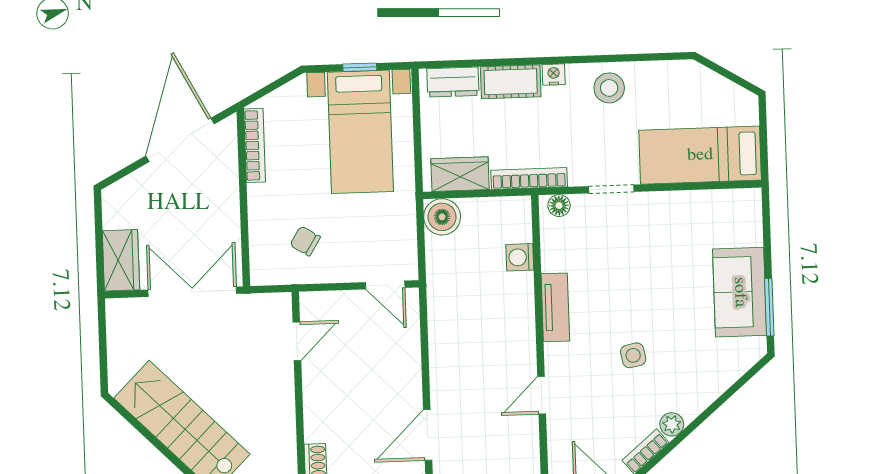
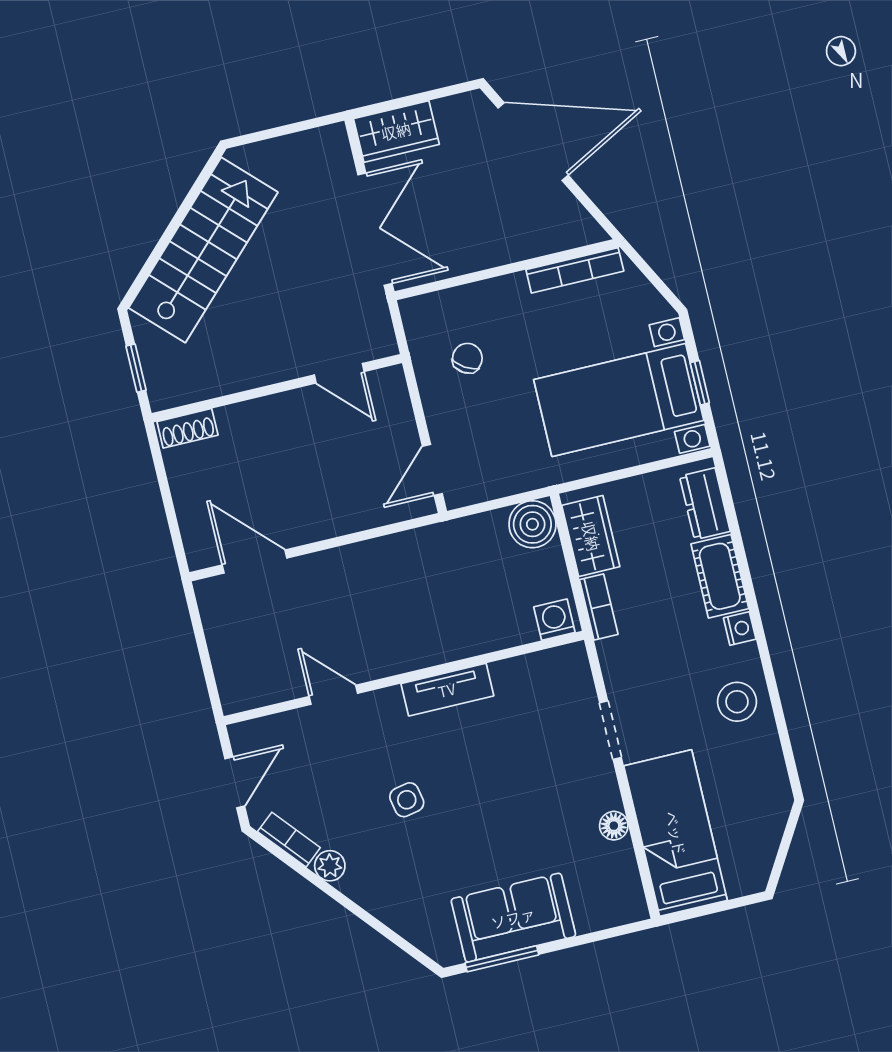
door: (180, 140) -> (533, 142), moved
bookcase: (529, 179) -> (599, 607), width x0.64
floor lamp: (559, 206) -> (614, 826), moved
washing machine: (520, 257) -> (554, 620), moved

